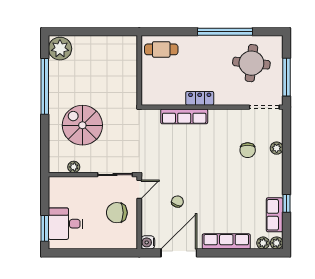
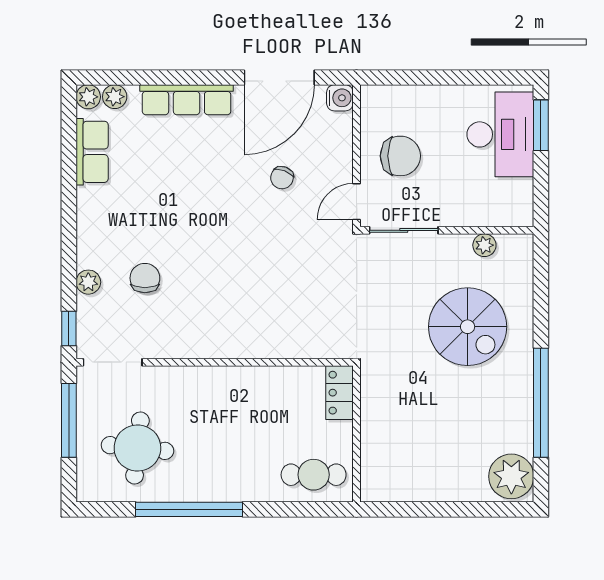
locker: (200, 98) -> (339, 393), moved, turned 90
row of seats: (184, 116) -> (269, 344), removed
window: (287, 203) -> (69, 328), moved
desk: (66, 224) -> (500, 134), width x1.37

